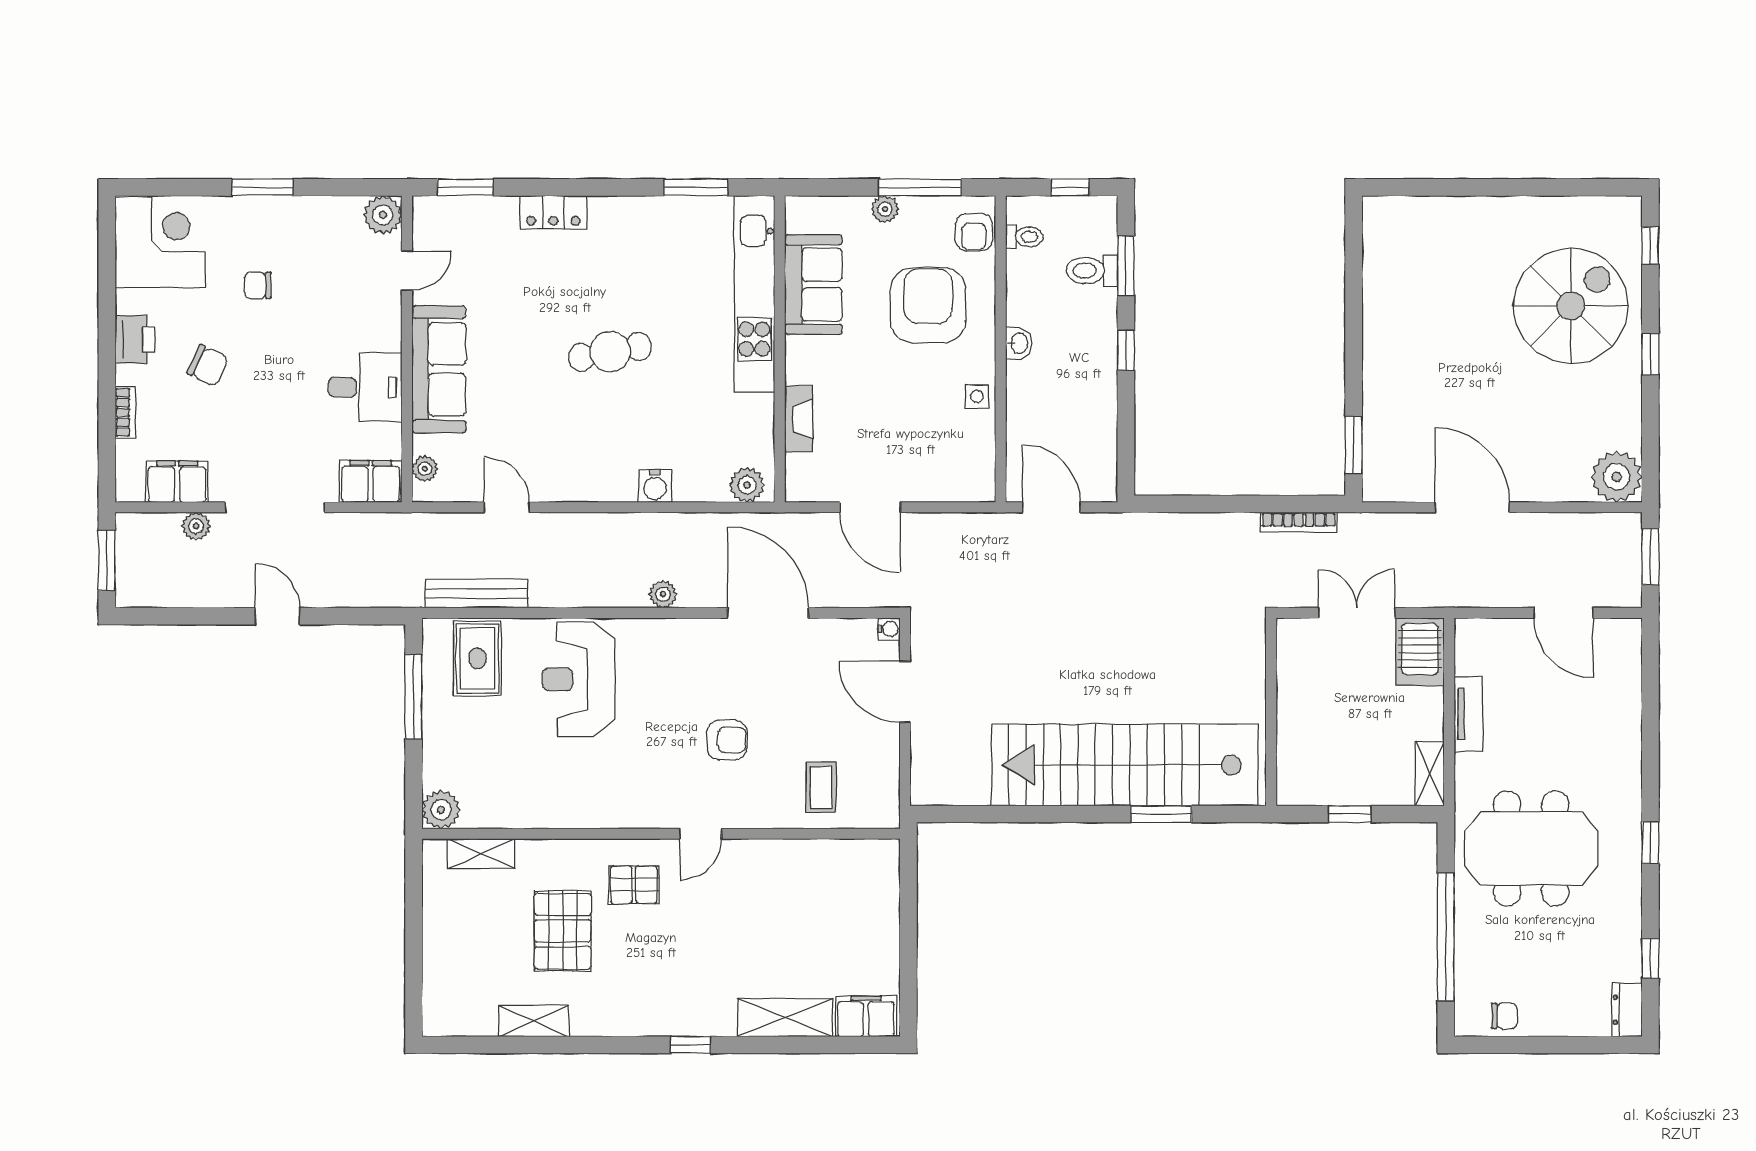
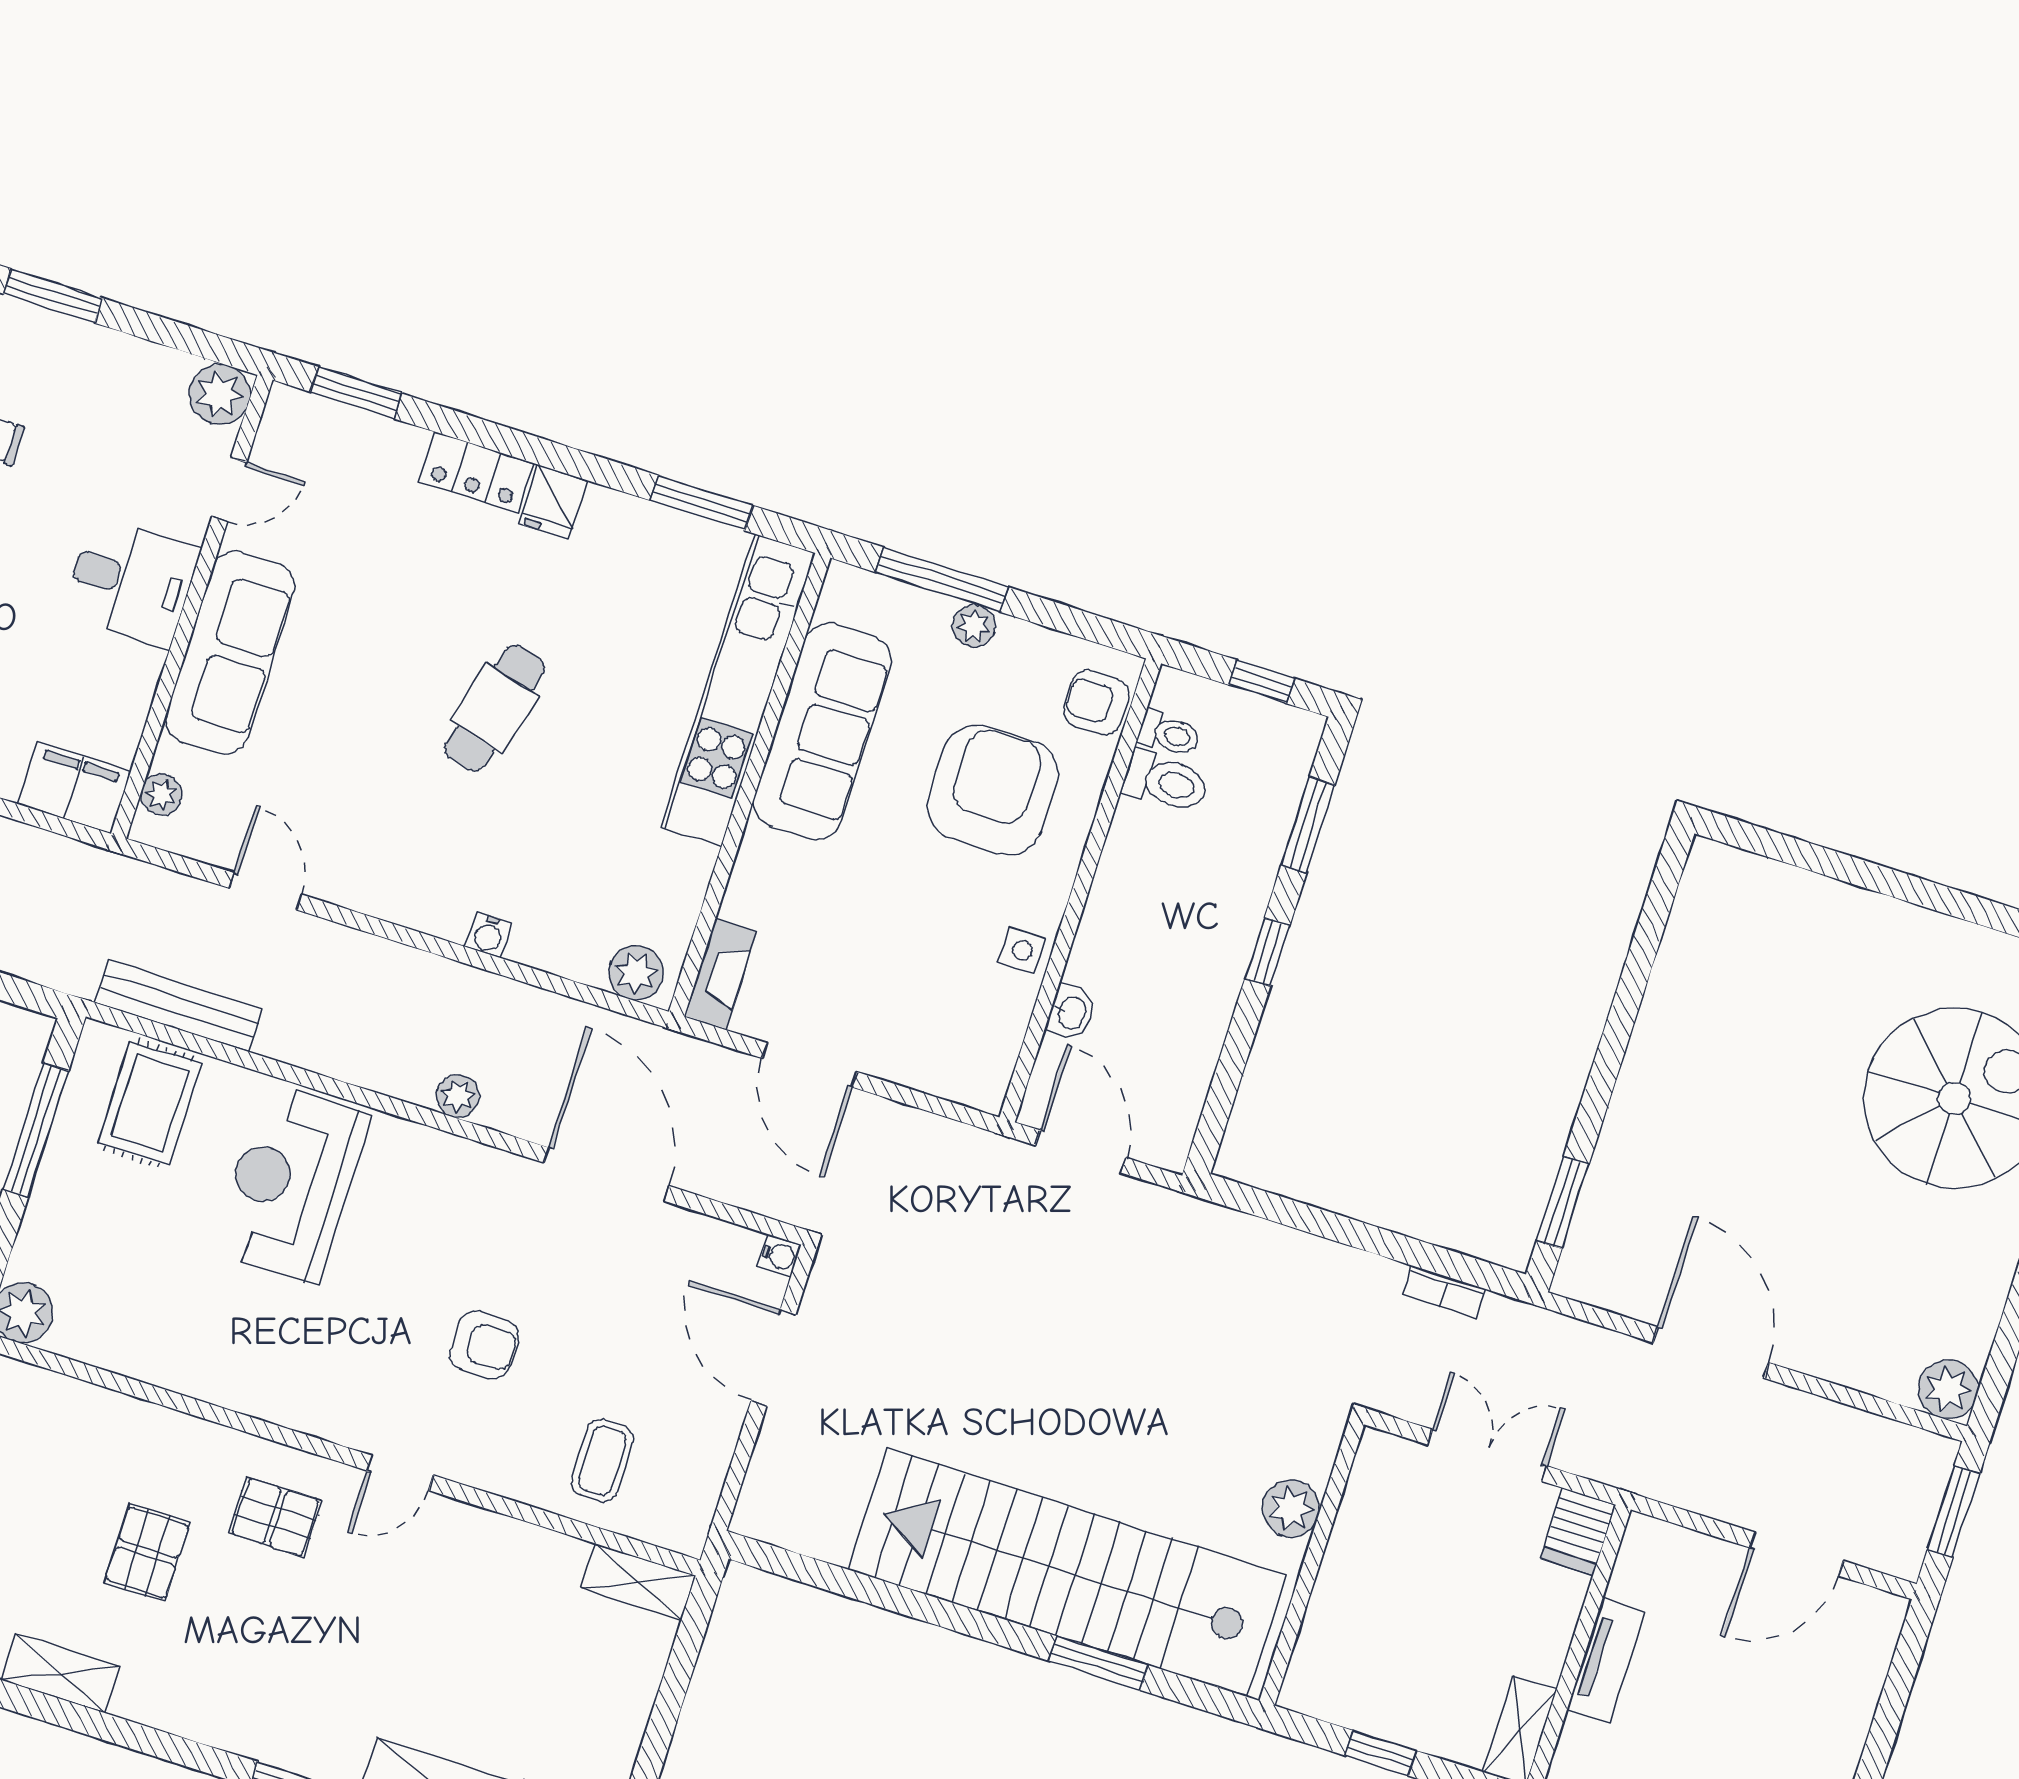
window: (920, 187) -> (941, 580), moved
fridge: (606, 215) -> (553, 502), added
armchair: (974, 232) -> (1096, 703), turned 90
toilet: (1092, 271) -> (1166, 782), moved, turned 180
sofa: (813, 285) -> (822, 731), width x1.36
washbasin: (1019, 343) -> (1071, 1012), moved
cafe table: (610, 352) -> (494, 708), turned -64
desk: (365, 387) -> (131, 582), moved
fireplace: (799, 419) -> (720, 974), moved
plant: (1617, 477) -> (1948, 1389), width x0.73, depth x0.73
water cooler: (655, 486) -> (489, 935), width x0.72, depth x0.72
bookcase: (1299, 522) -> (1444, 1292), width x0.64
door: (1563, 613) -> (1797, 1554), hinge flipped
server rack: (1420, 652) -> (1578, 1531), width x0.73, depth x0.70
plant: (1248, 683) -> (1291, 1509), added
shelving: (481, 854) -> (639, 1582), moved
pallet: (563, 931) -> (147, 1552), width x0.67, depth x0.71

